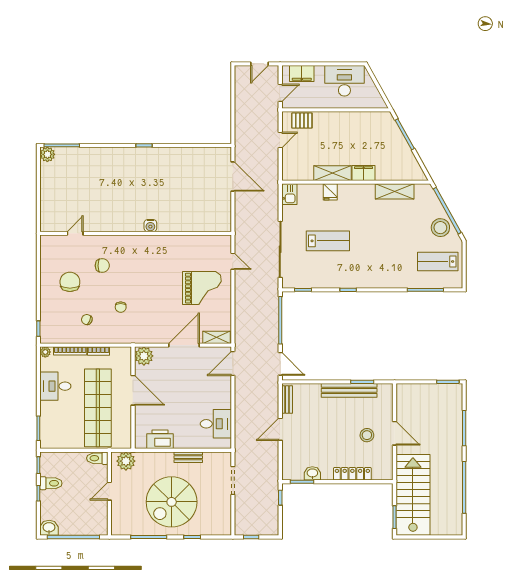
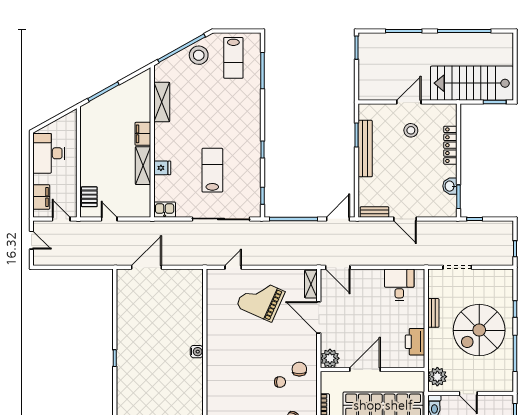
chair: (102, 266) -> (299, 369), moved
grand piano: (202, 288) -> (261, 299), turned -66
spiral stairs: (172, 502) -> (479, 330), turned 90

